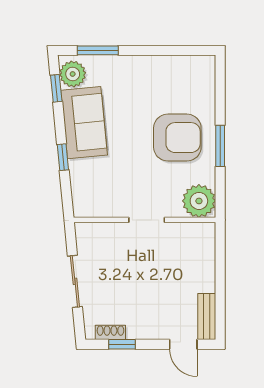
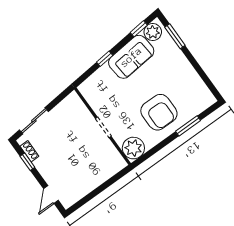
window: (220, 146) -> (188, 126), moved
sliding door: (75, 281) -> (34, 121), moved
bench: (207, 317) -> (75, 196), removed

